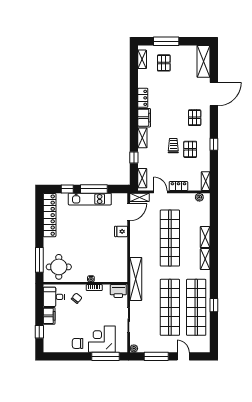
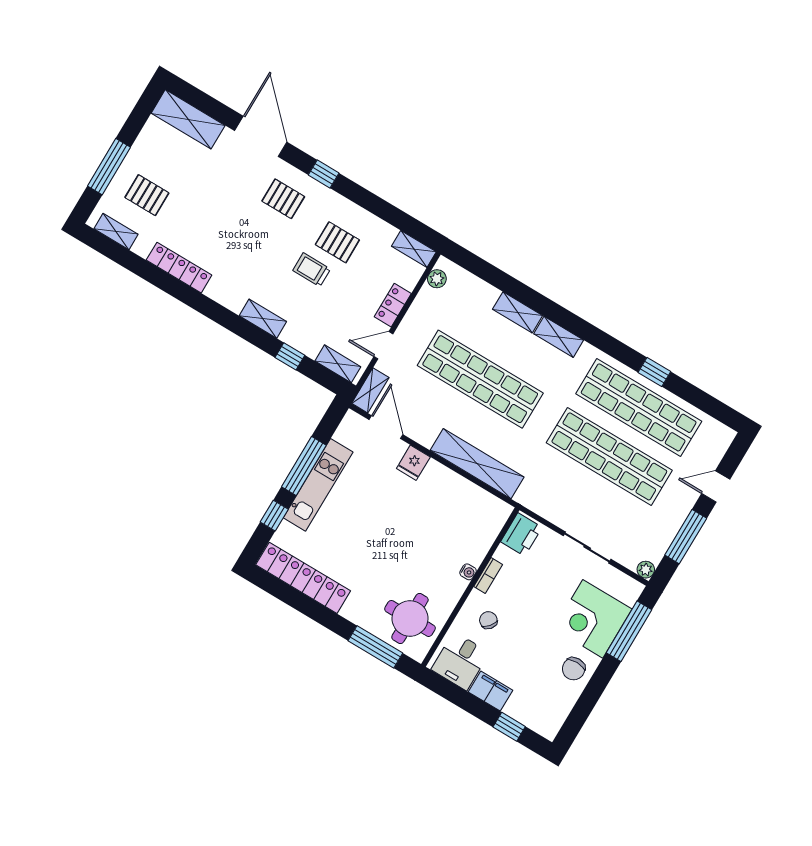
locker: (143, 98) -> (179, 268), width x1.53
filing cabinet: (144, 118) -> (227, 293), removed
window: (214, 144) -> (324, 174), moved
shelving: (136, 279) -> (477, 464), moved

